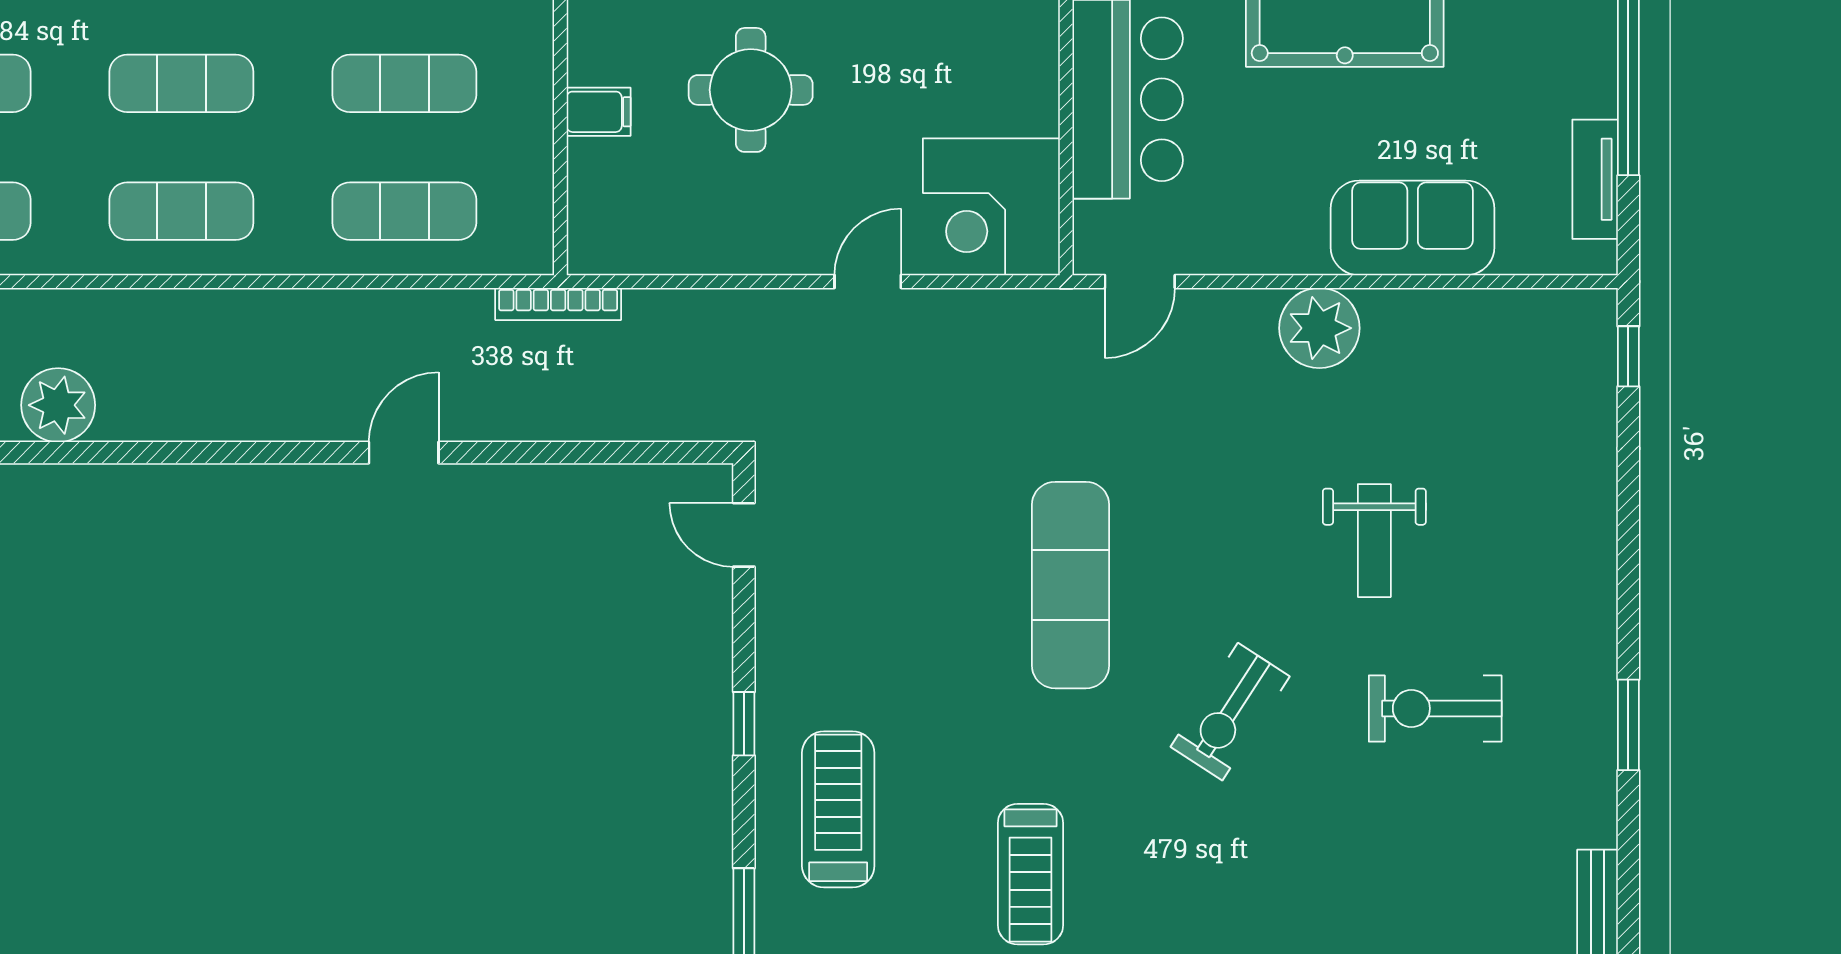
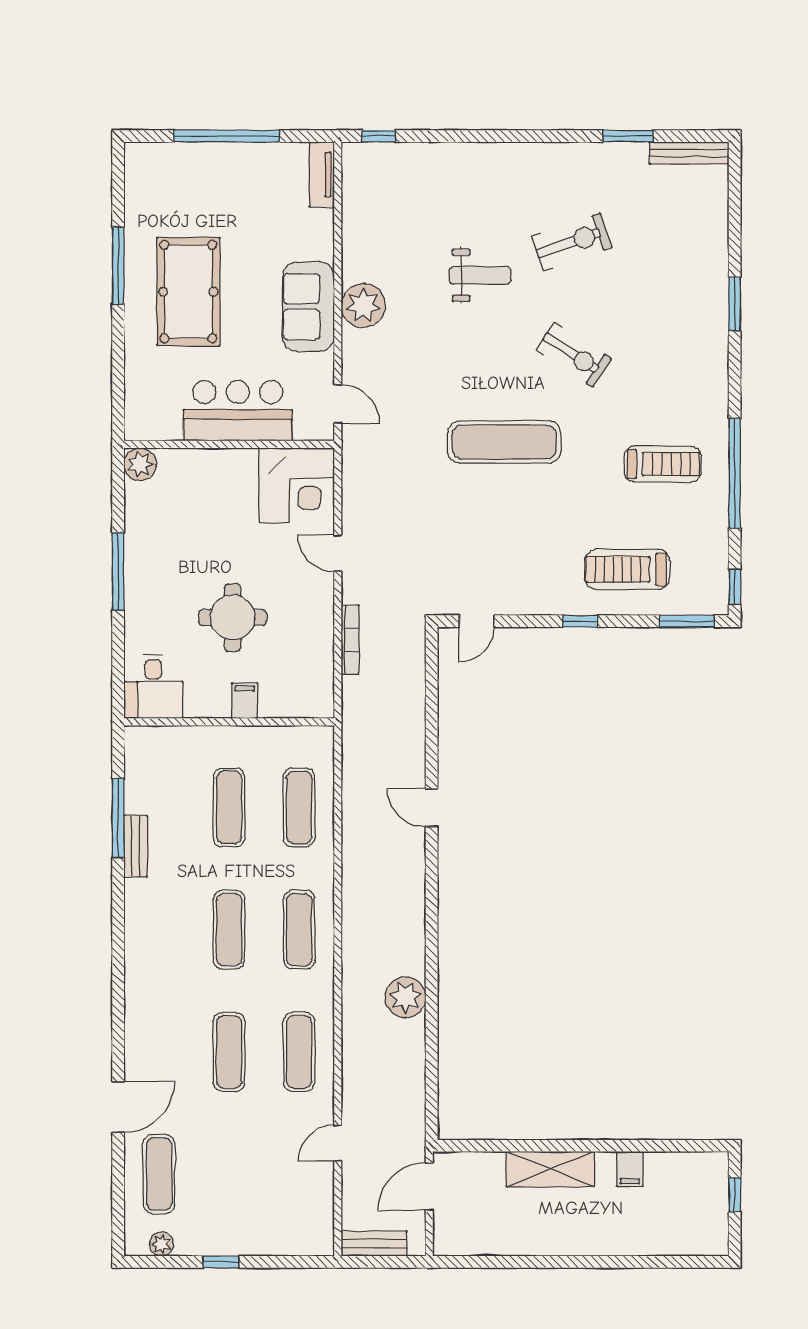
tv unit: (1595, 179) -> (322, 175), moved, turned 90
sofa: (1413, 228) -> (308, 307), moved
bookcase: (558, 304) -> (350, 640), moved
exercise bike: (1435, 708) -> (572, 242), turned -109
window: (1628, 725) -> (628, 136), moved

